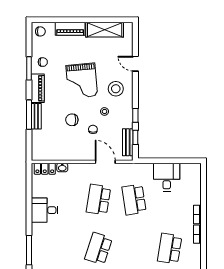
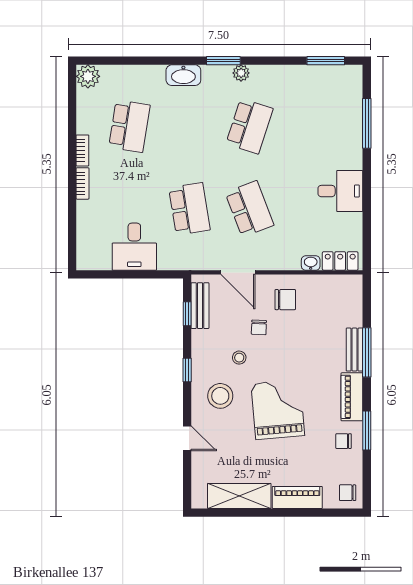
window: (135, 115) -> (187, 370), moved
chair: (72, 120) -> (285, 300), moved
school desk: (98, 200) -> (249, 209), turned -30

